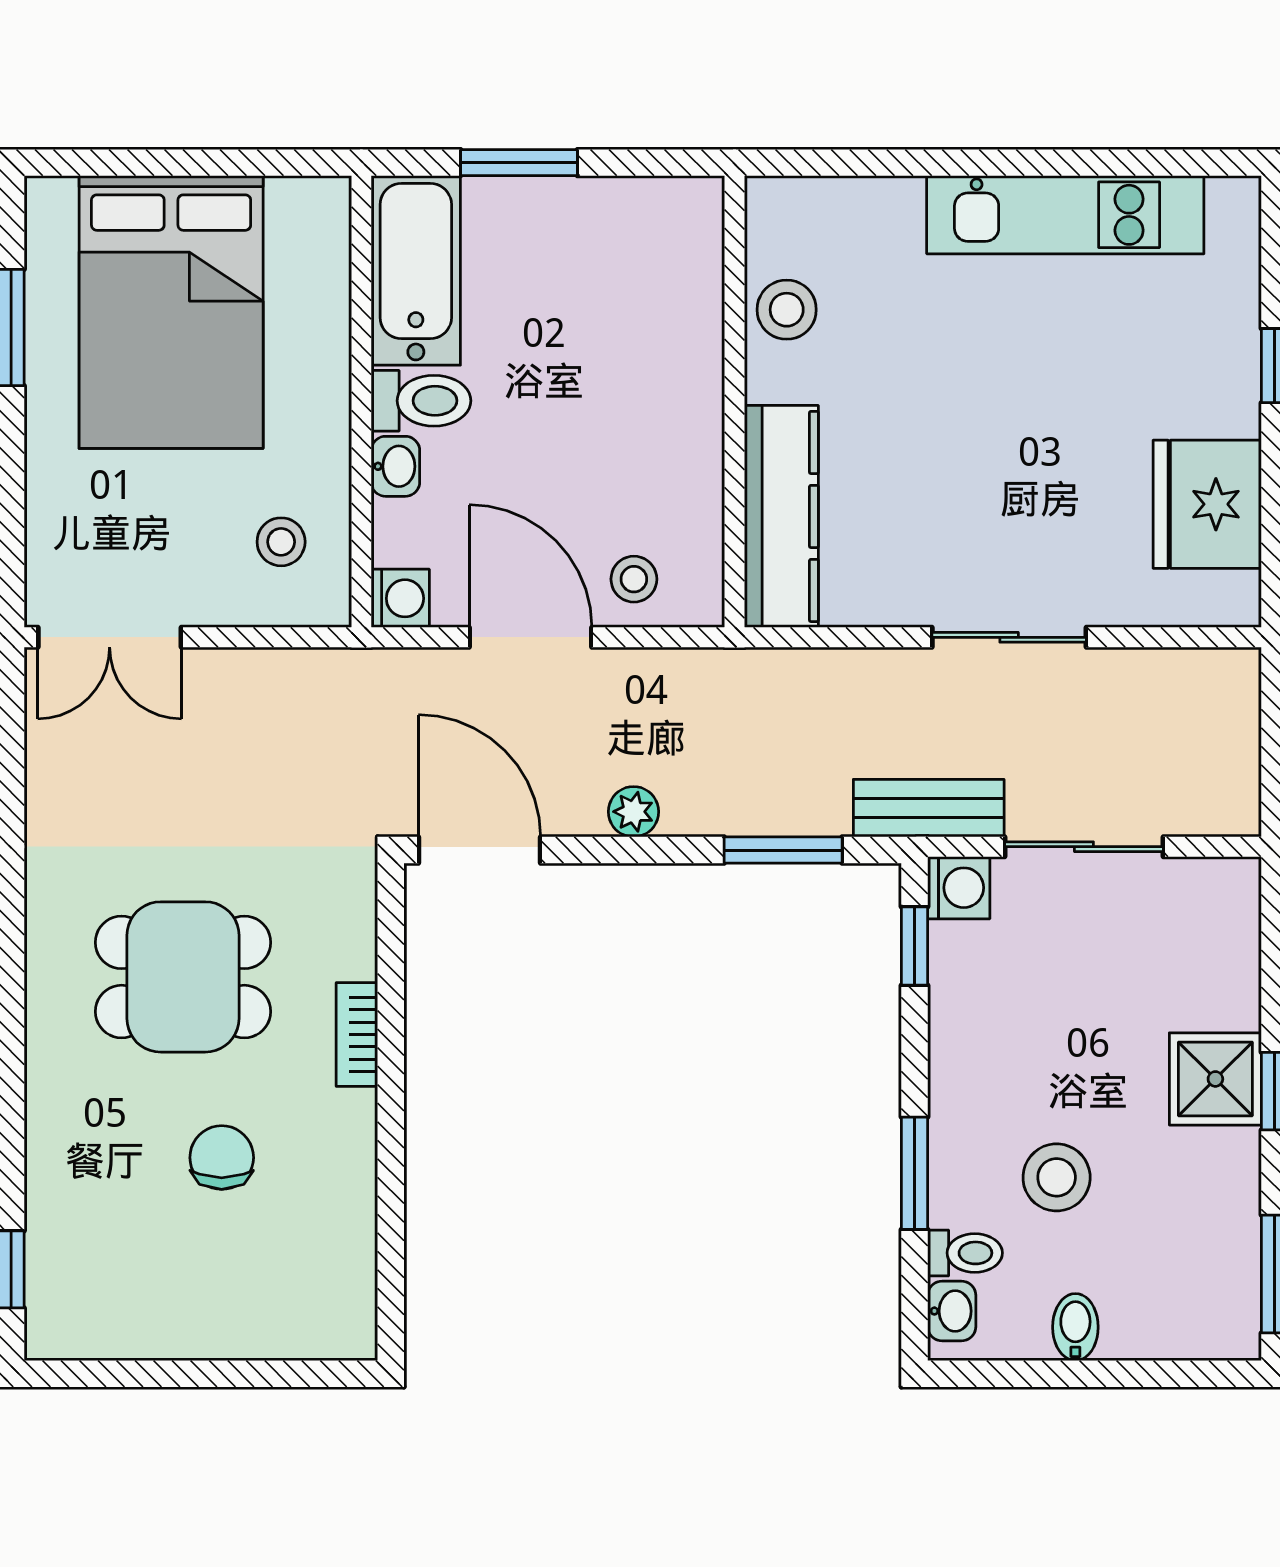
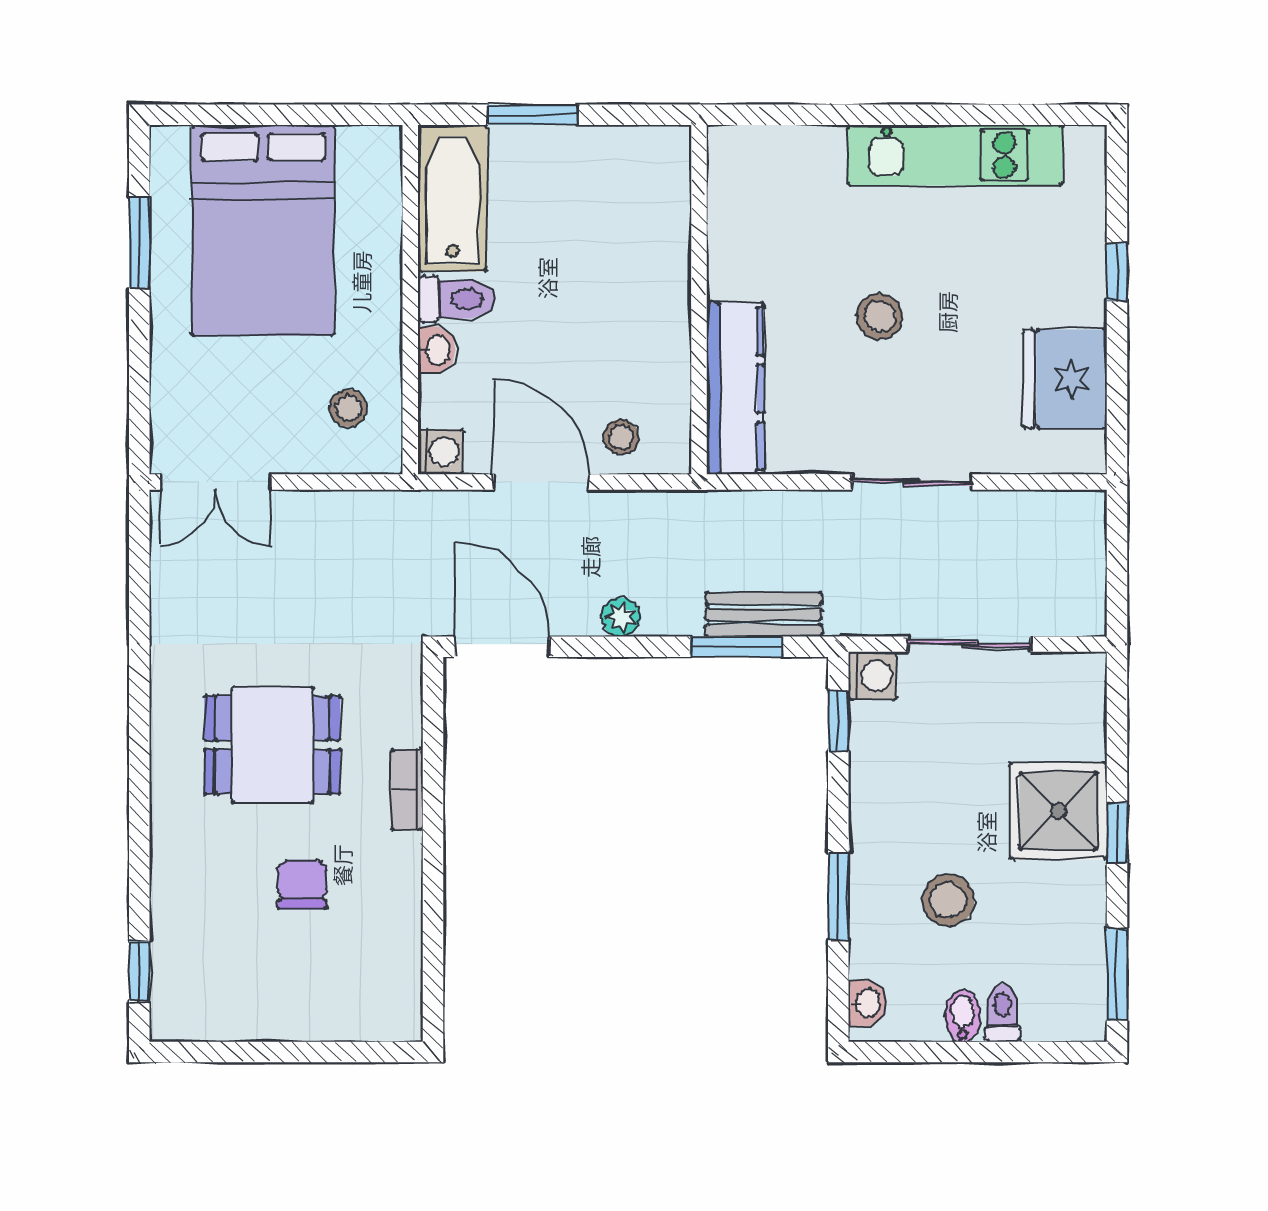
stool: (787, 310) -> (880, 317), moved
bench: (929, 808) -> (764, 614), moved
shower: (1215, 1079) -> (1058, 811), width x1.36, depth x1.36
toilet: (965, 1253) -> (1002, 1013), moved, turned -90

